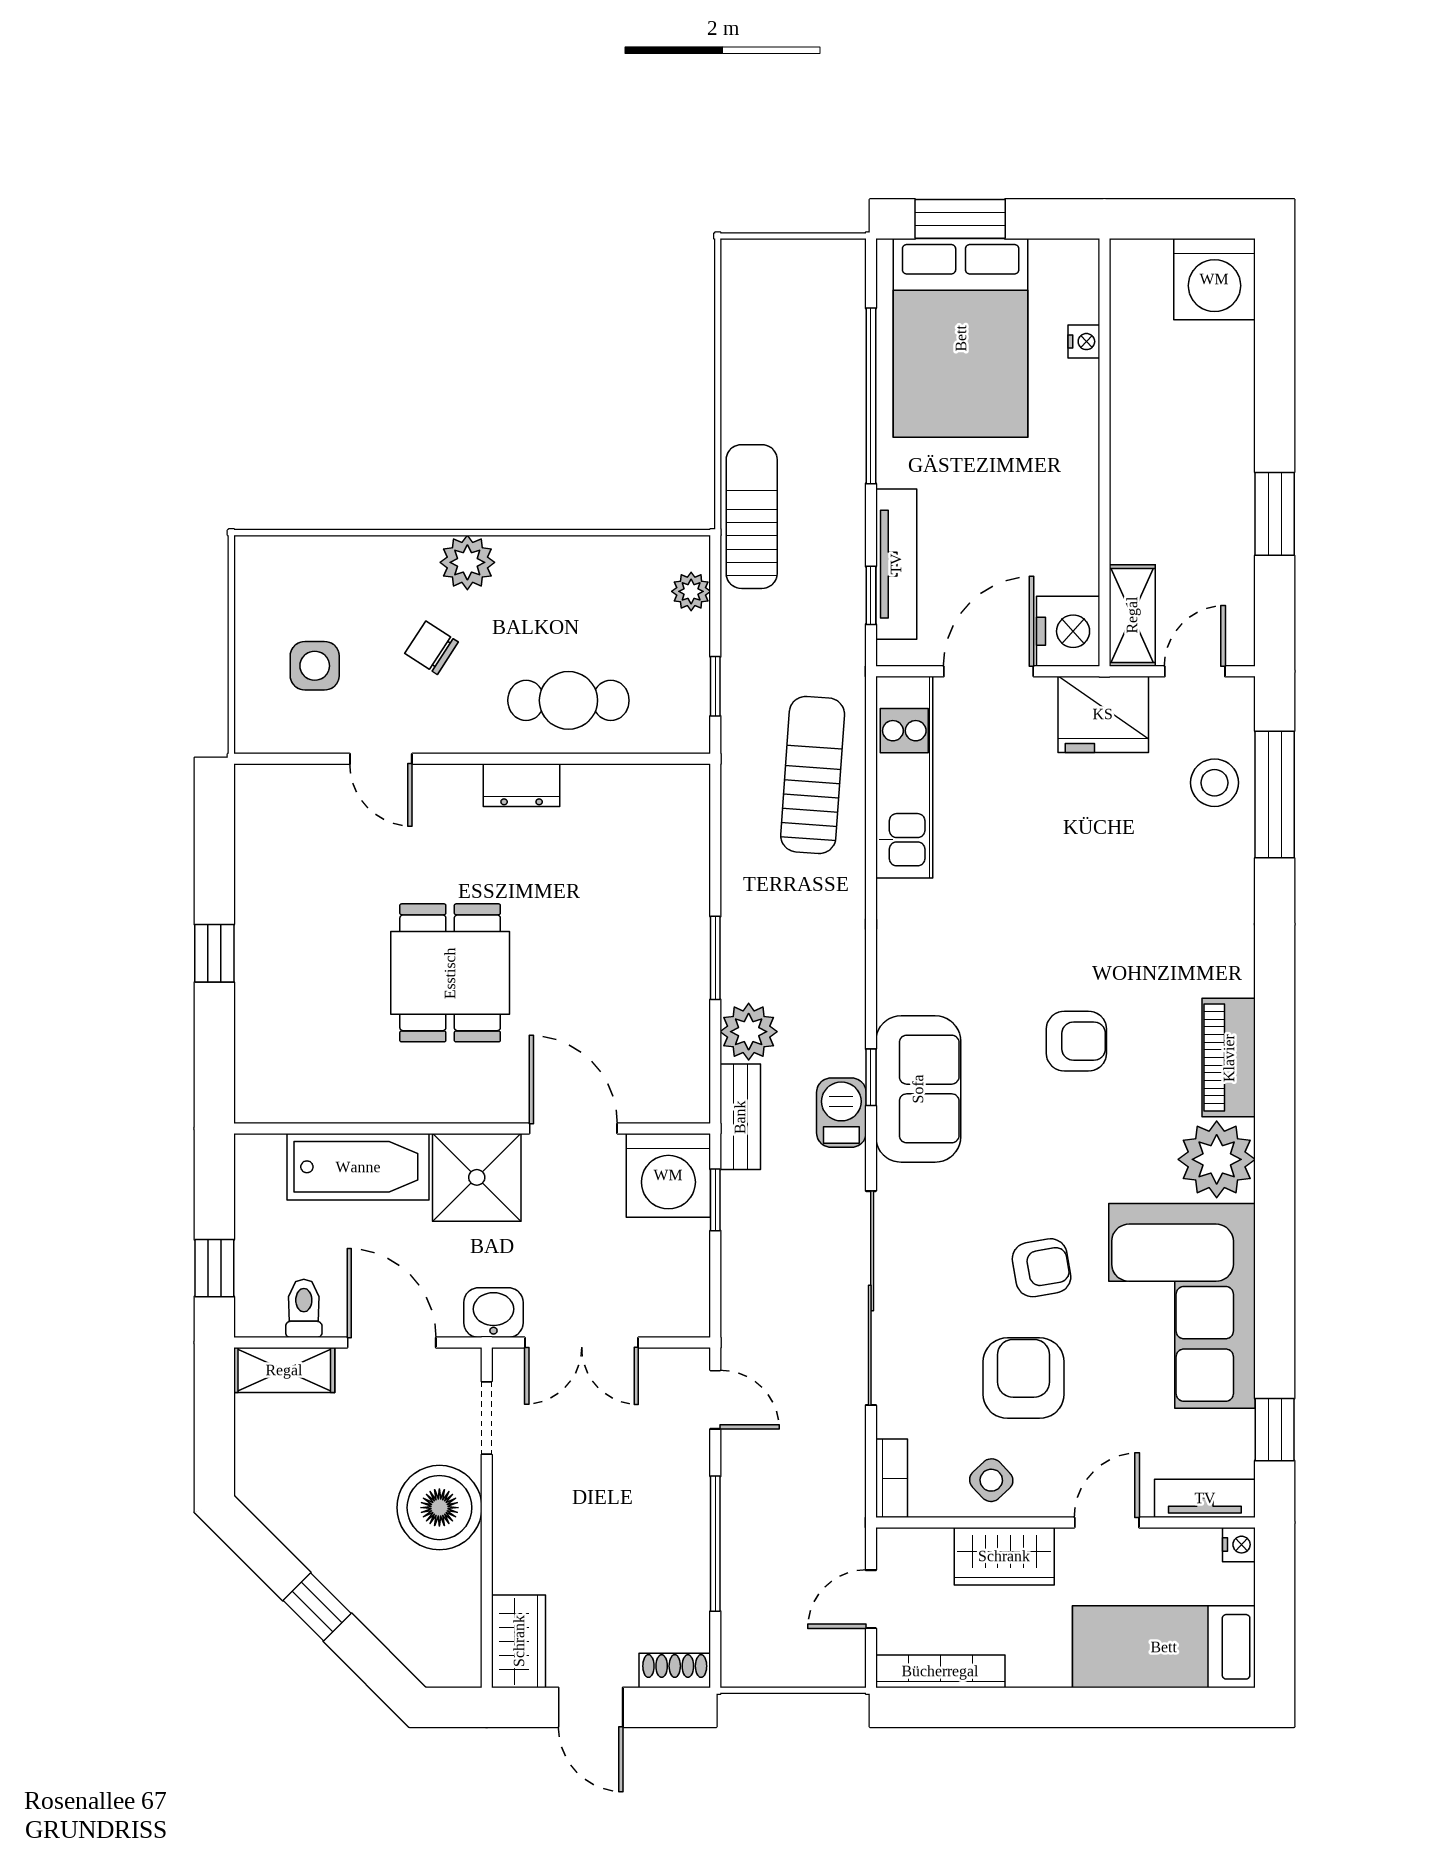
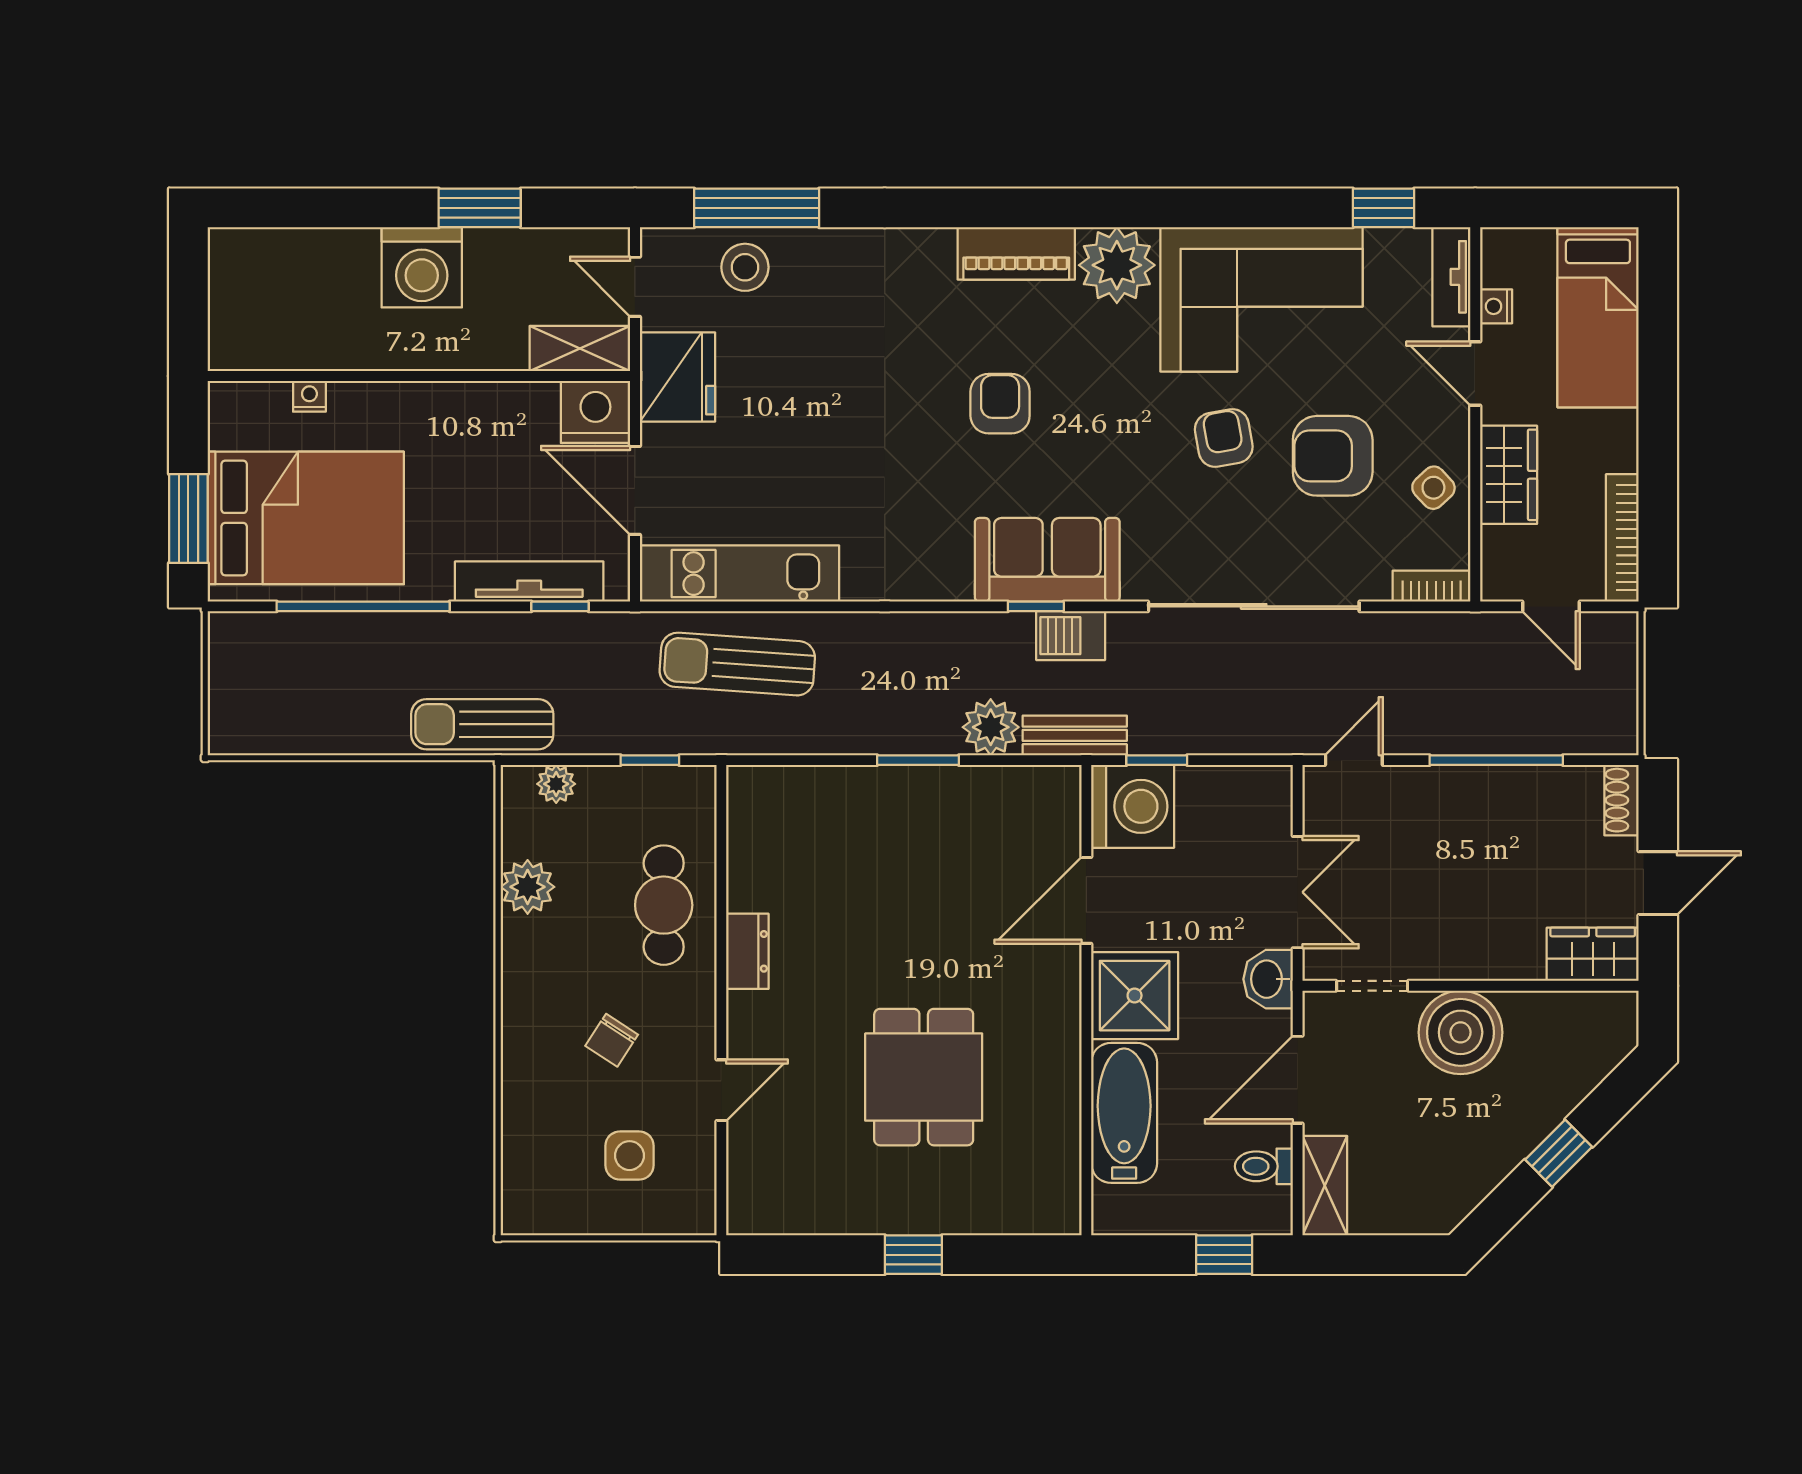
washing machine: (1214, 279) -> (422, 267), moved, turned 90
plant: (467, 562) -> (528, 887), moved
dining table: (450, 973) -> (924, 1077), moved, turned 90
nightstand: (1239, 1545) -> (1496, 306), moved, turned -90

